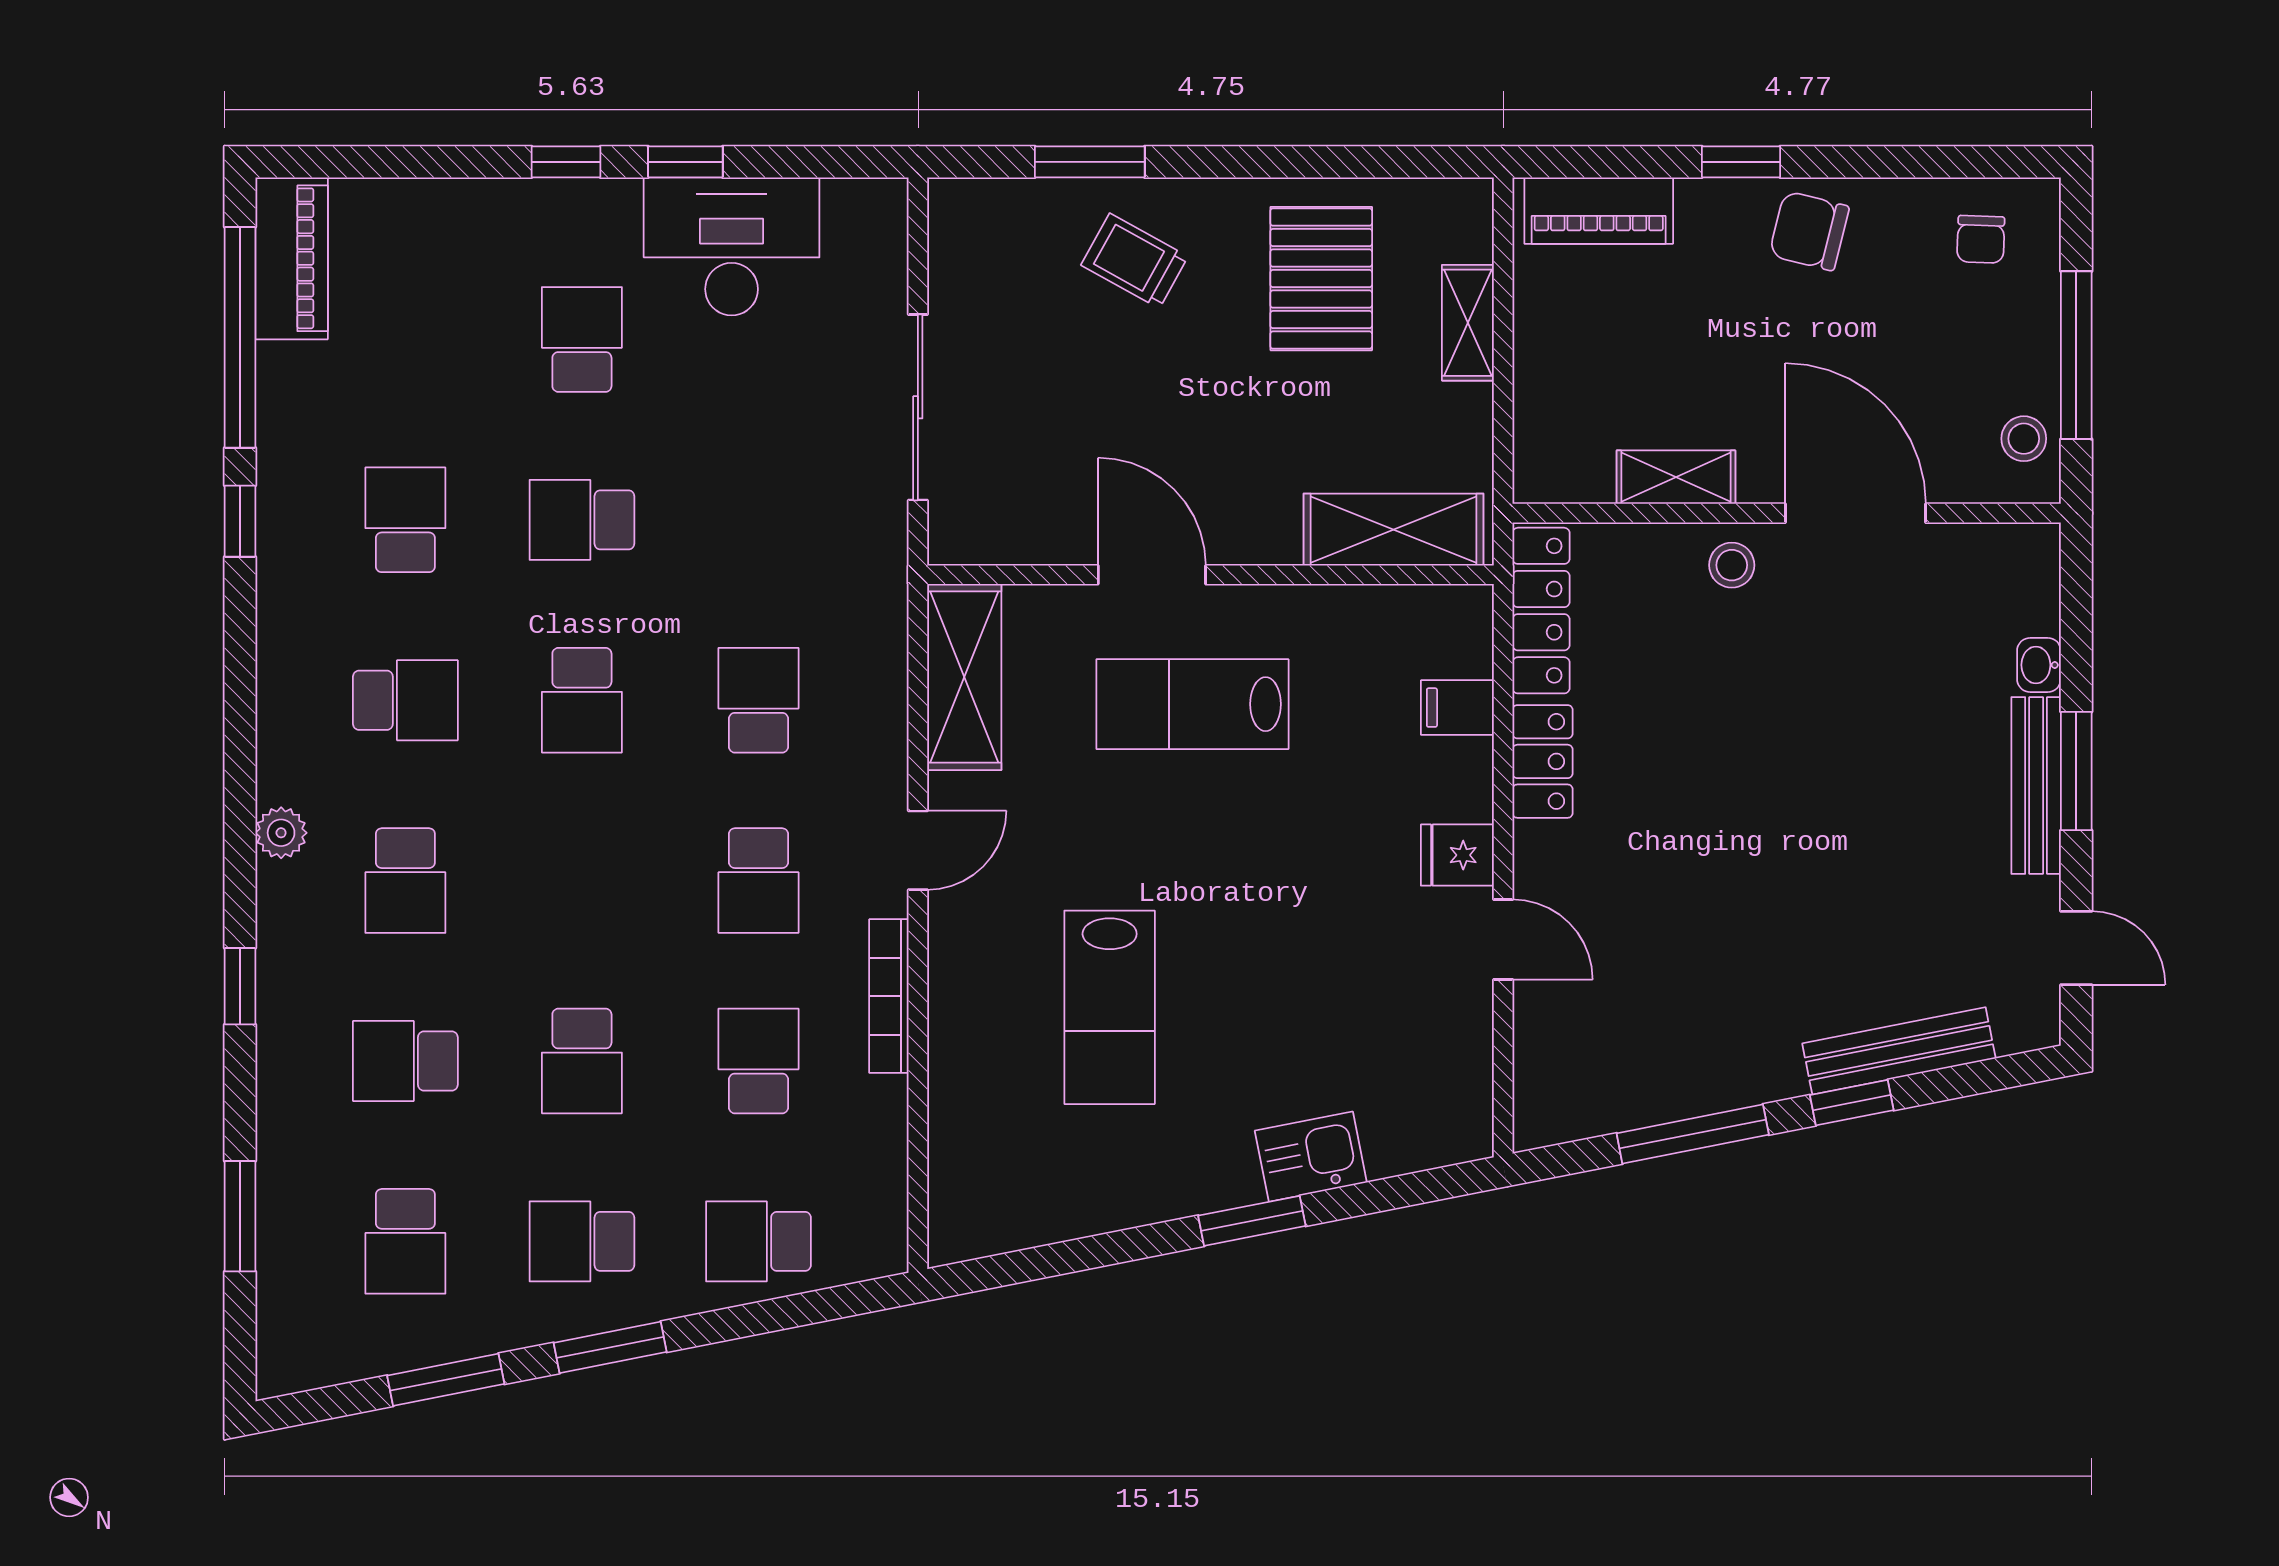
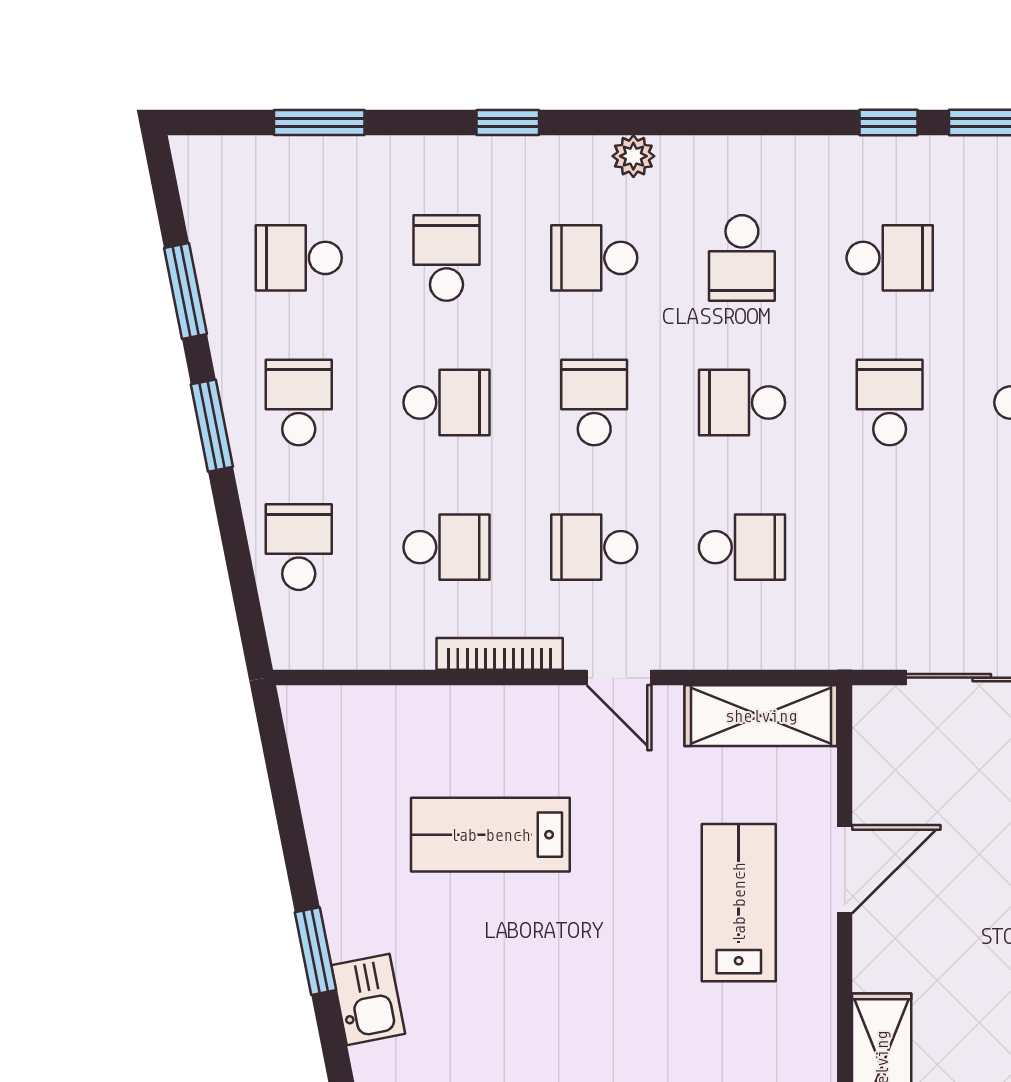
school desk: (582, 881) -> (594, 403), added
school desk: (582, 1061) -> (446, 403), turned 180

